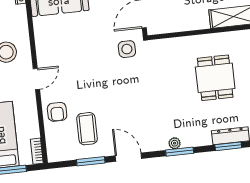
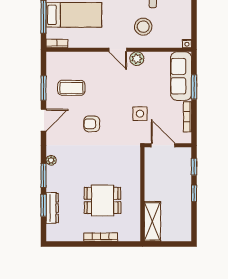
side table: (127, 49) -> (140, 114), moved
plant: (44, 56) -> (137, 59), added
armchair: (57, 112) -> (92, 124), moved
window: (180, 152) -> (44, 175), moved

